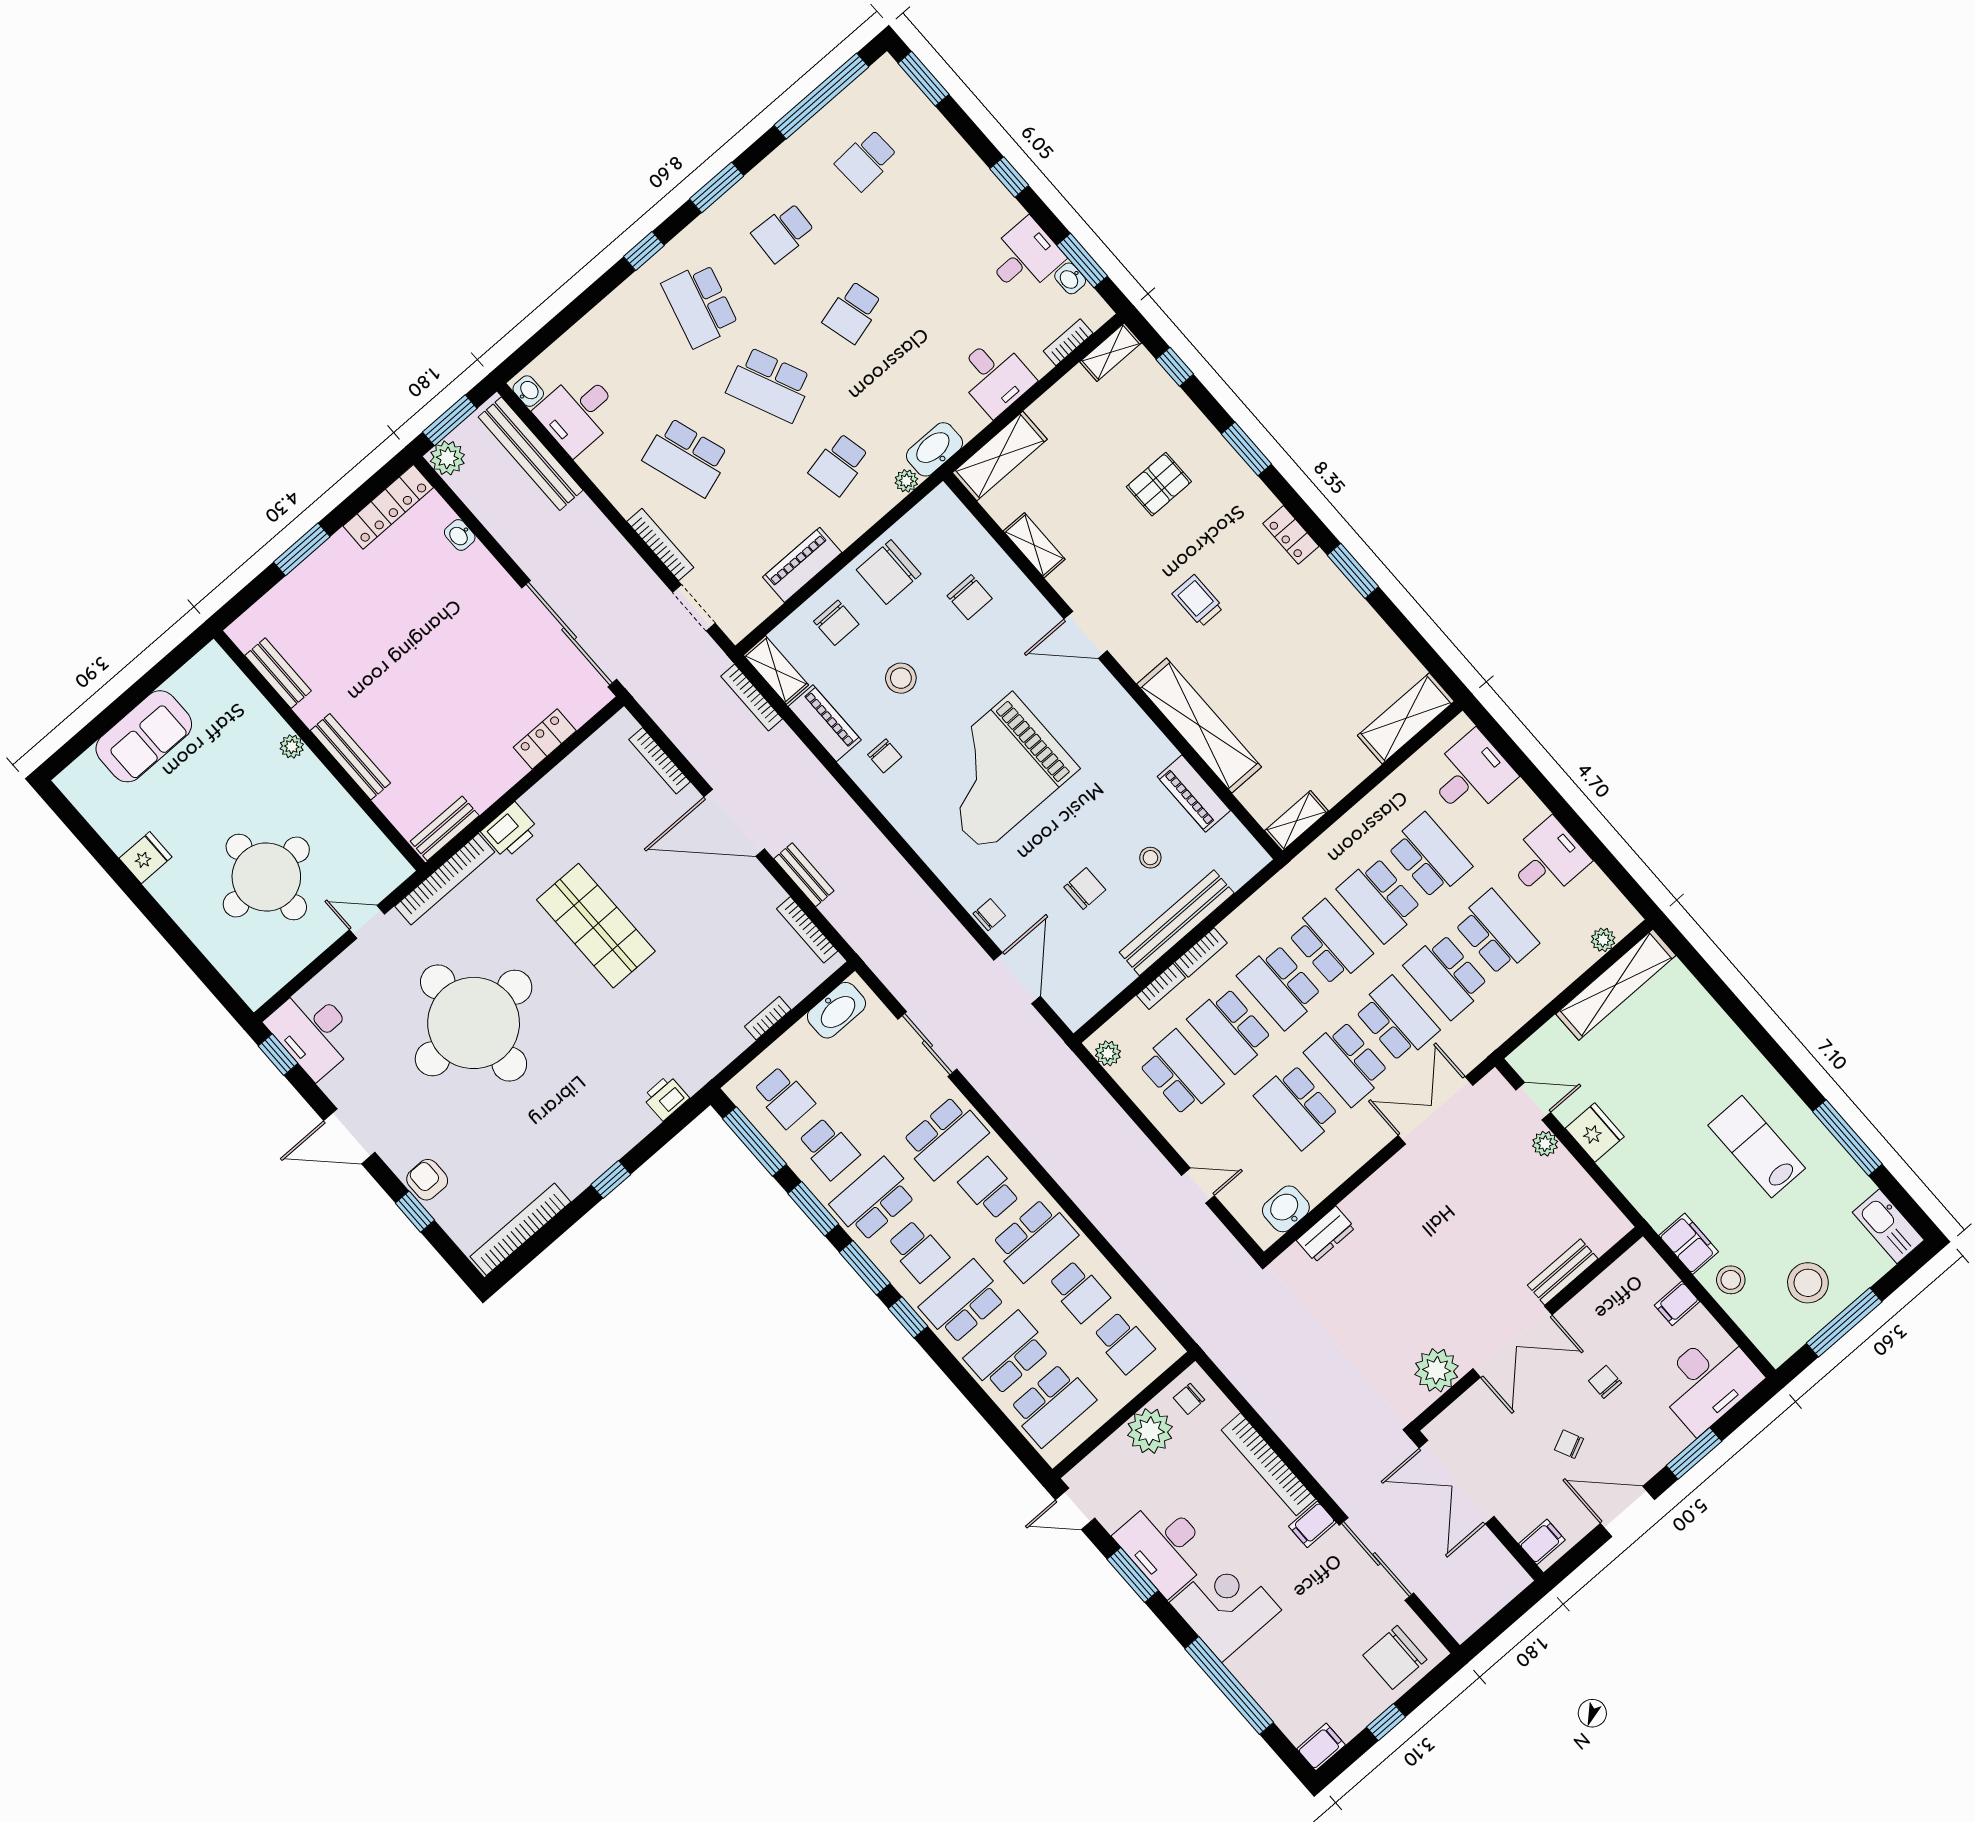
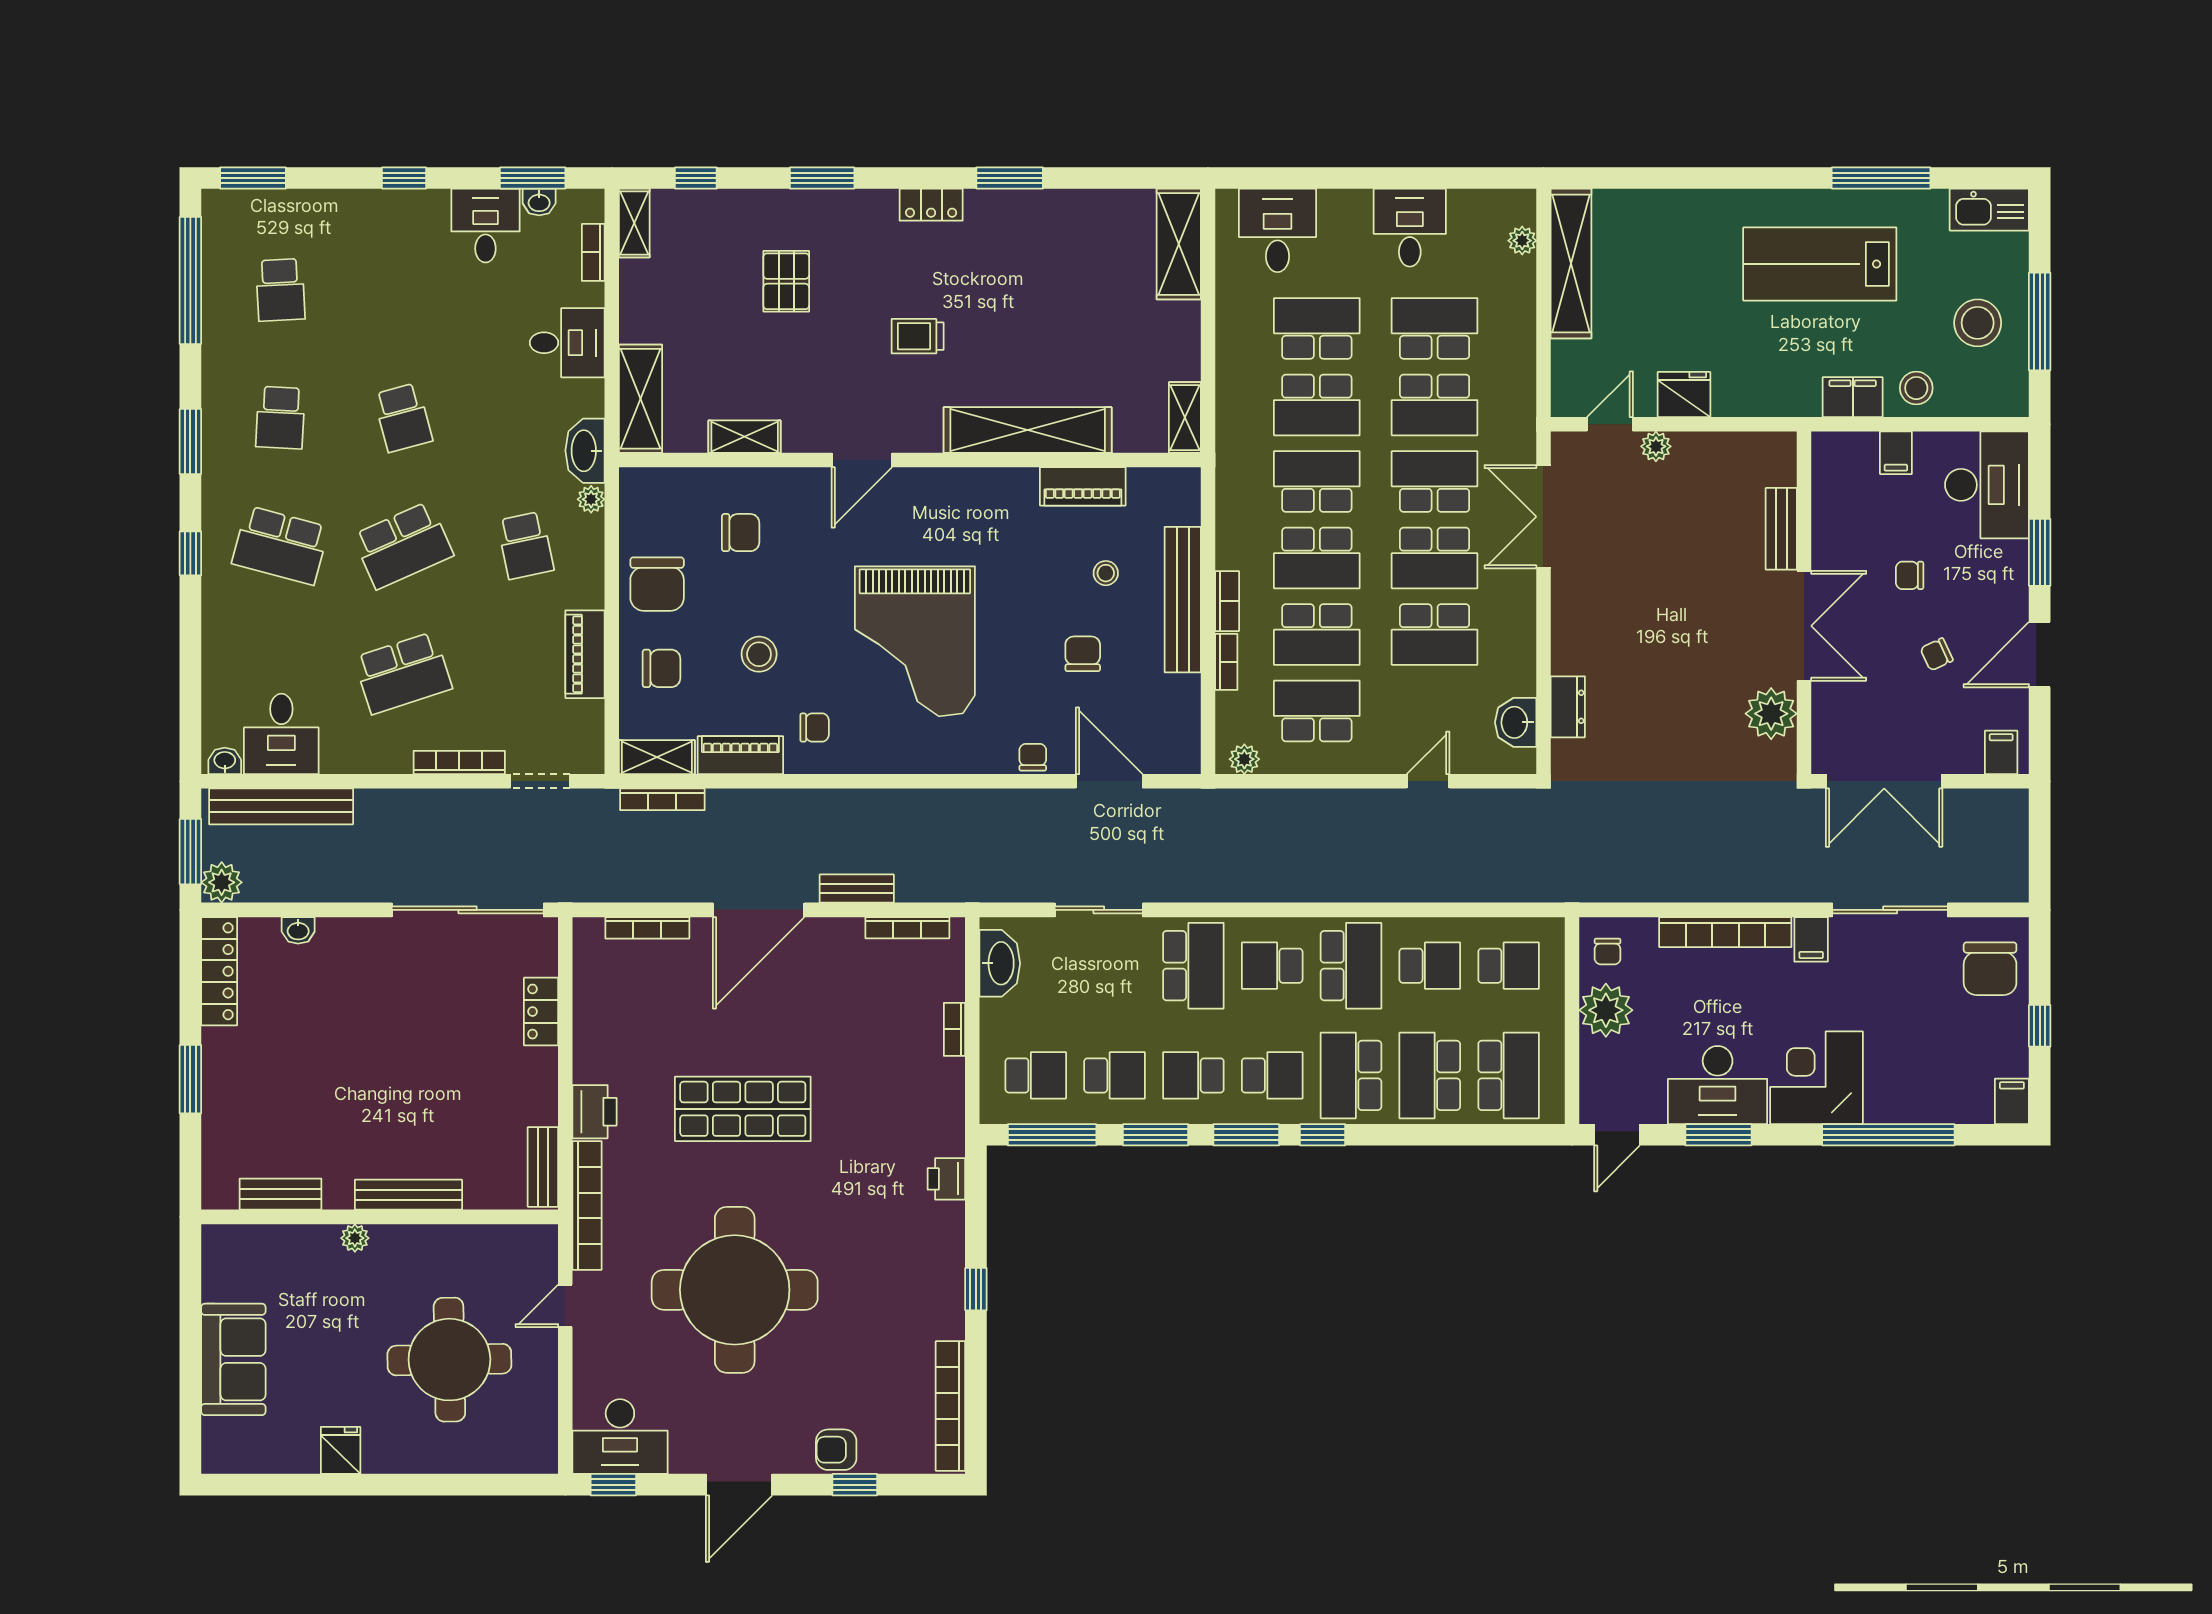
lab bench: (1757, 1147) -> (1820, 264), width x1.36, depth x1.39
school desk: (873, 1200) -> (1193, 1075), width x0.54

